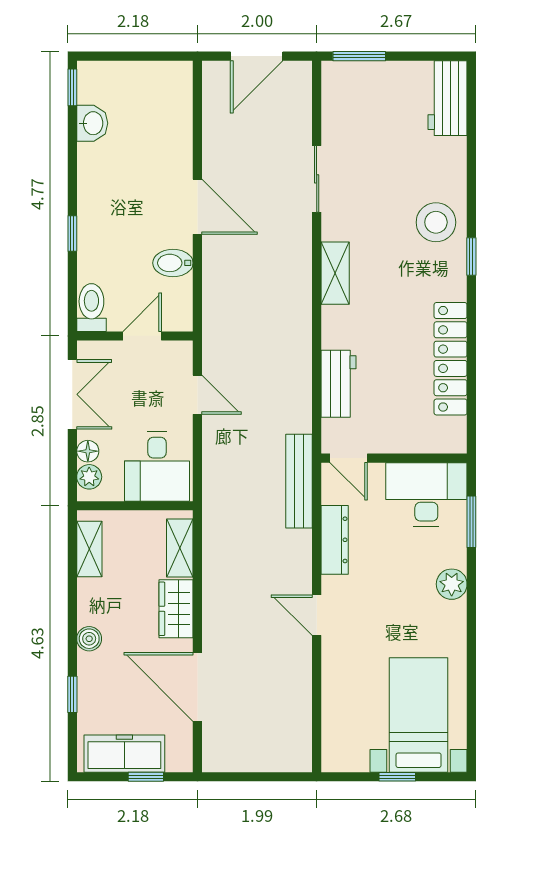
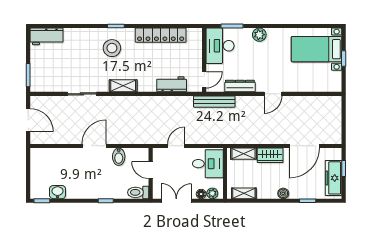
stool: (436, 222) -> (112, 48), moved

